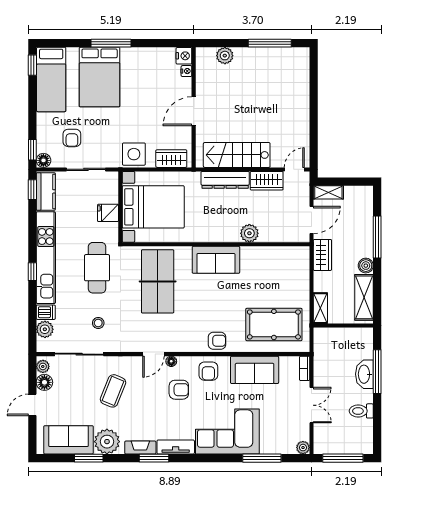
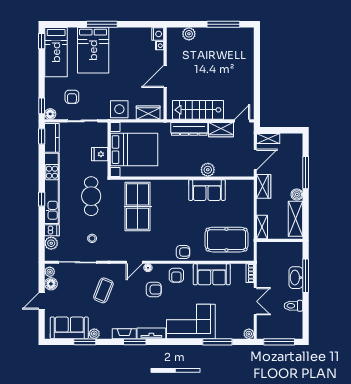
sofa: (216, 260) -> (207, 190), moved
plant: (107, 442) -> (94, 334), width x0.53, depth x0.53

